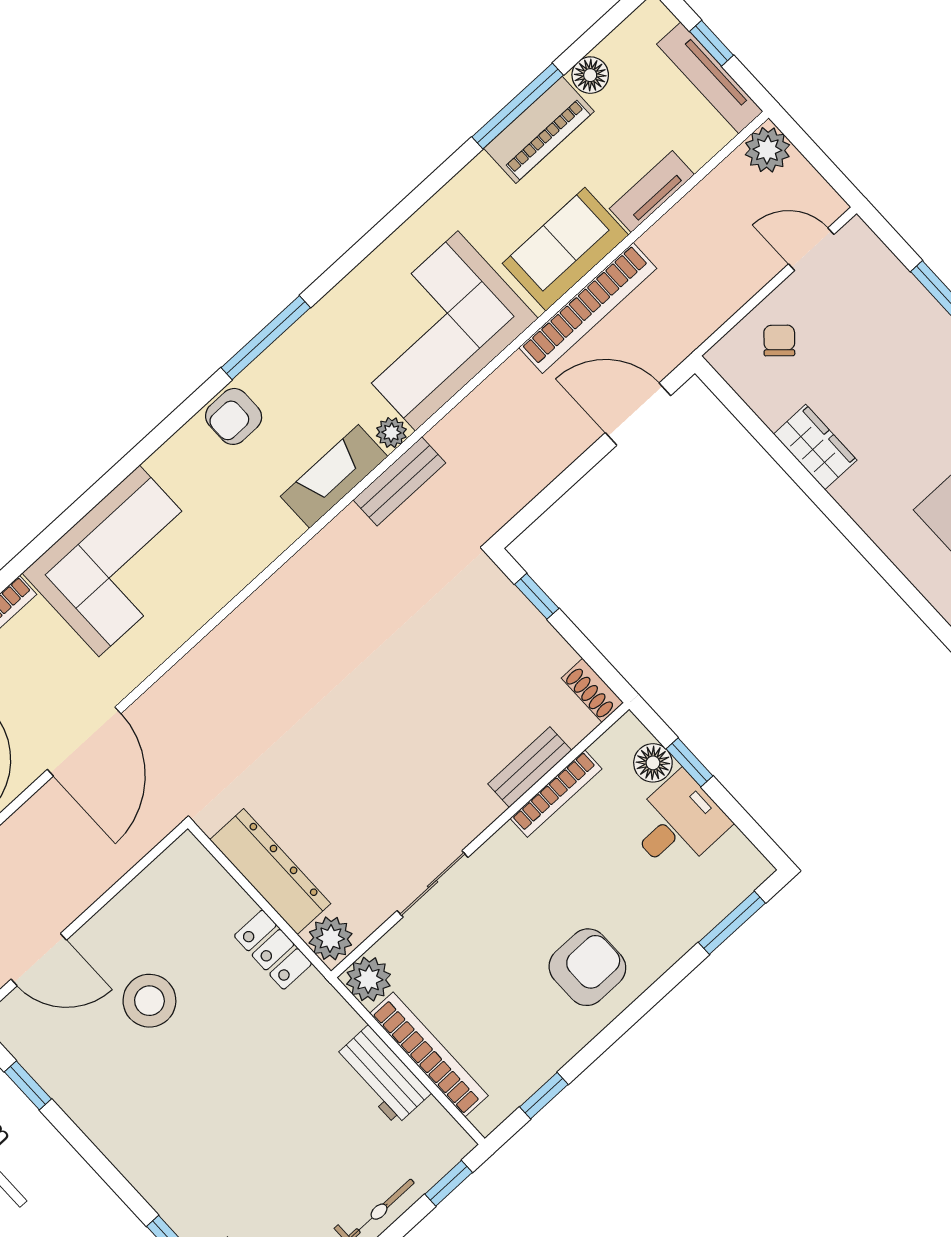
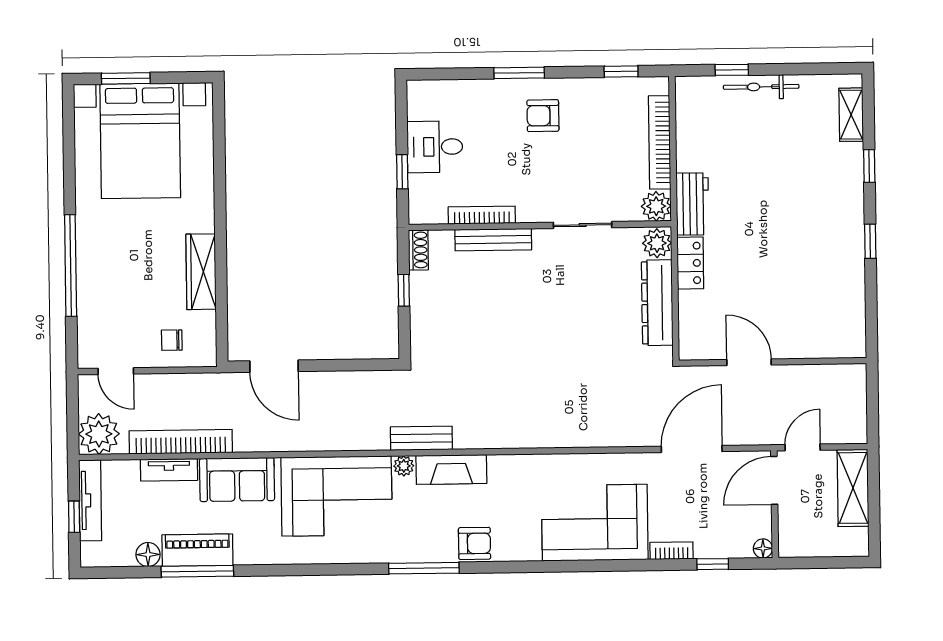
plant: (767, 150) -> (99, 434), width x1.36, depth x1.36
bookcase: (588, 308) -> (181, 442), moved
chair: (779, 341) -> (172, 340), turned 48
wardrobe: (815, 447) -> (201, 272), width x1.50
window: (537, 596) -> (404, 290), moved
floor lamp: (653, 763) -> (420, 188), removed
bench: (530, 767) -> (493, 240), width x1.36
window: (732, 923) -> (519, 73), moved
door: (39, 960) -> (749, 362), moved
armchair: (587, 967) -> (543, 116), width x0.72, depth x0.72
stool: (149, 1001) -> (774, 292), removed
workbench: (382, 1075) -> (692, 204), moved
window: (28, 1085) -> (870, 241), moved
window: (449, 1183) -> (732, 70), moved

